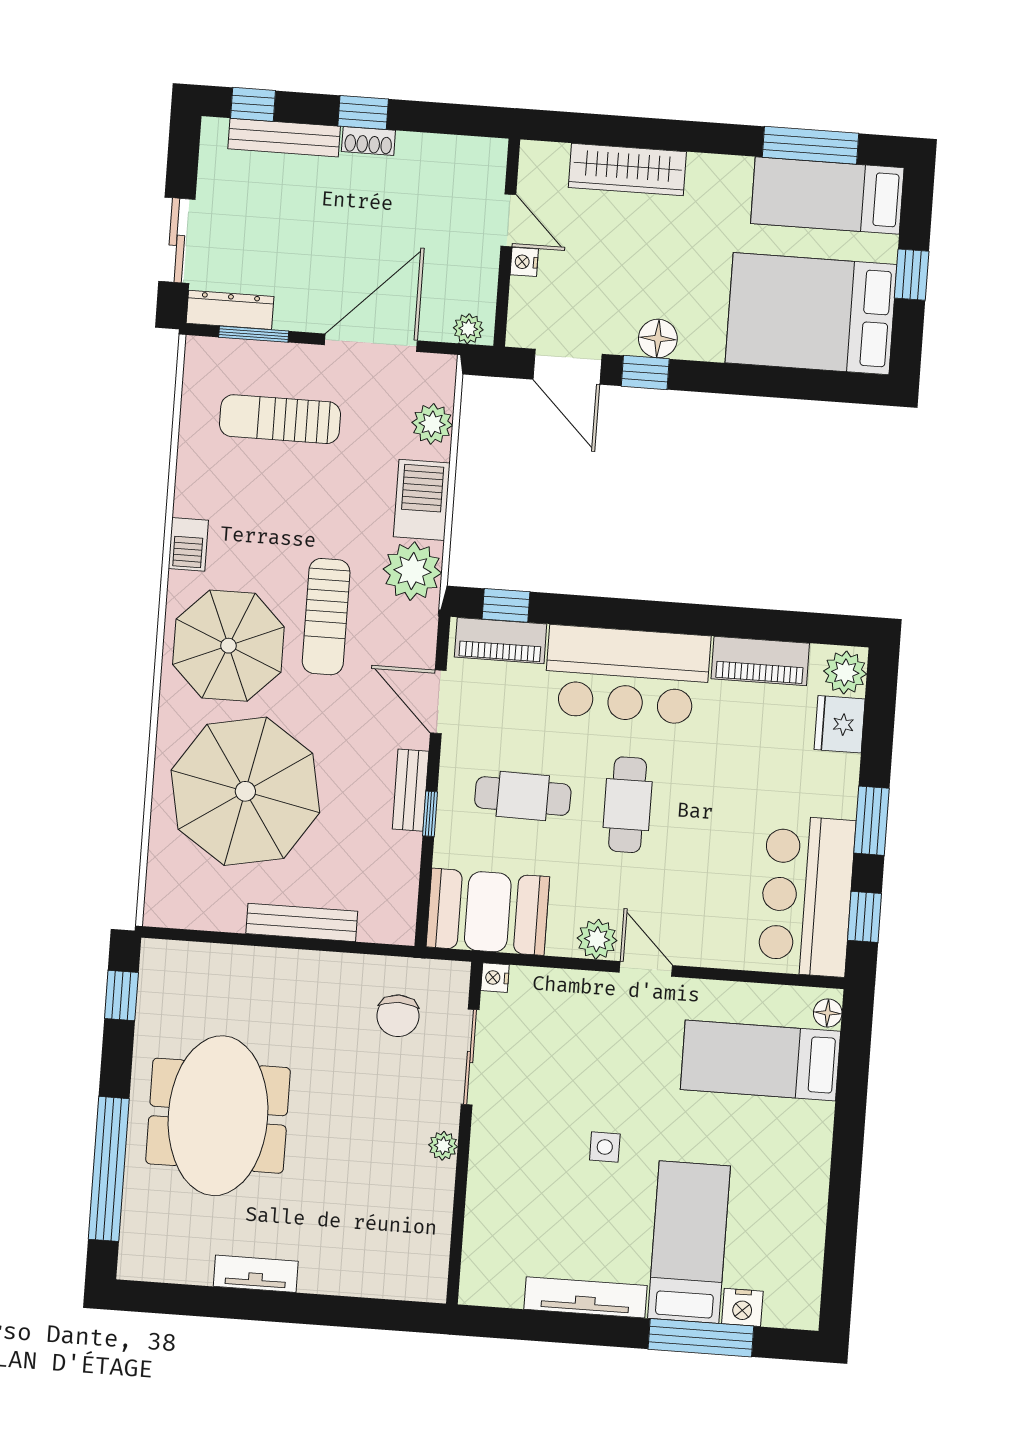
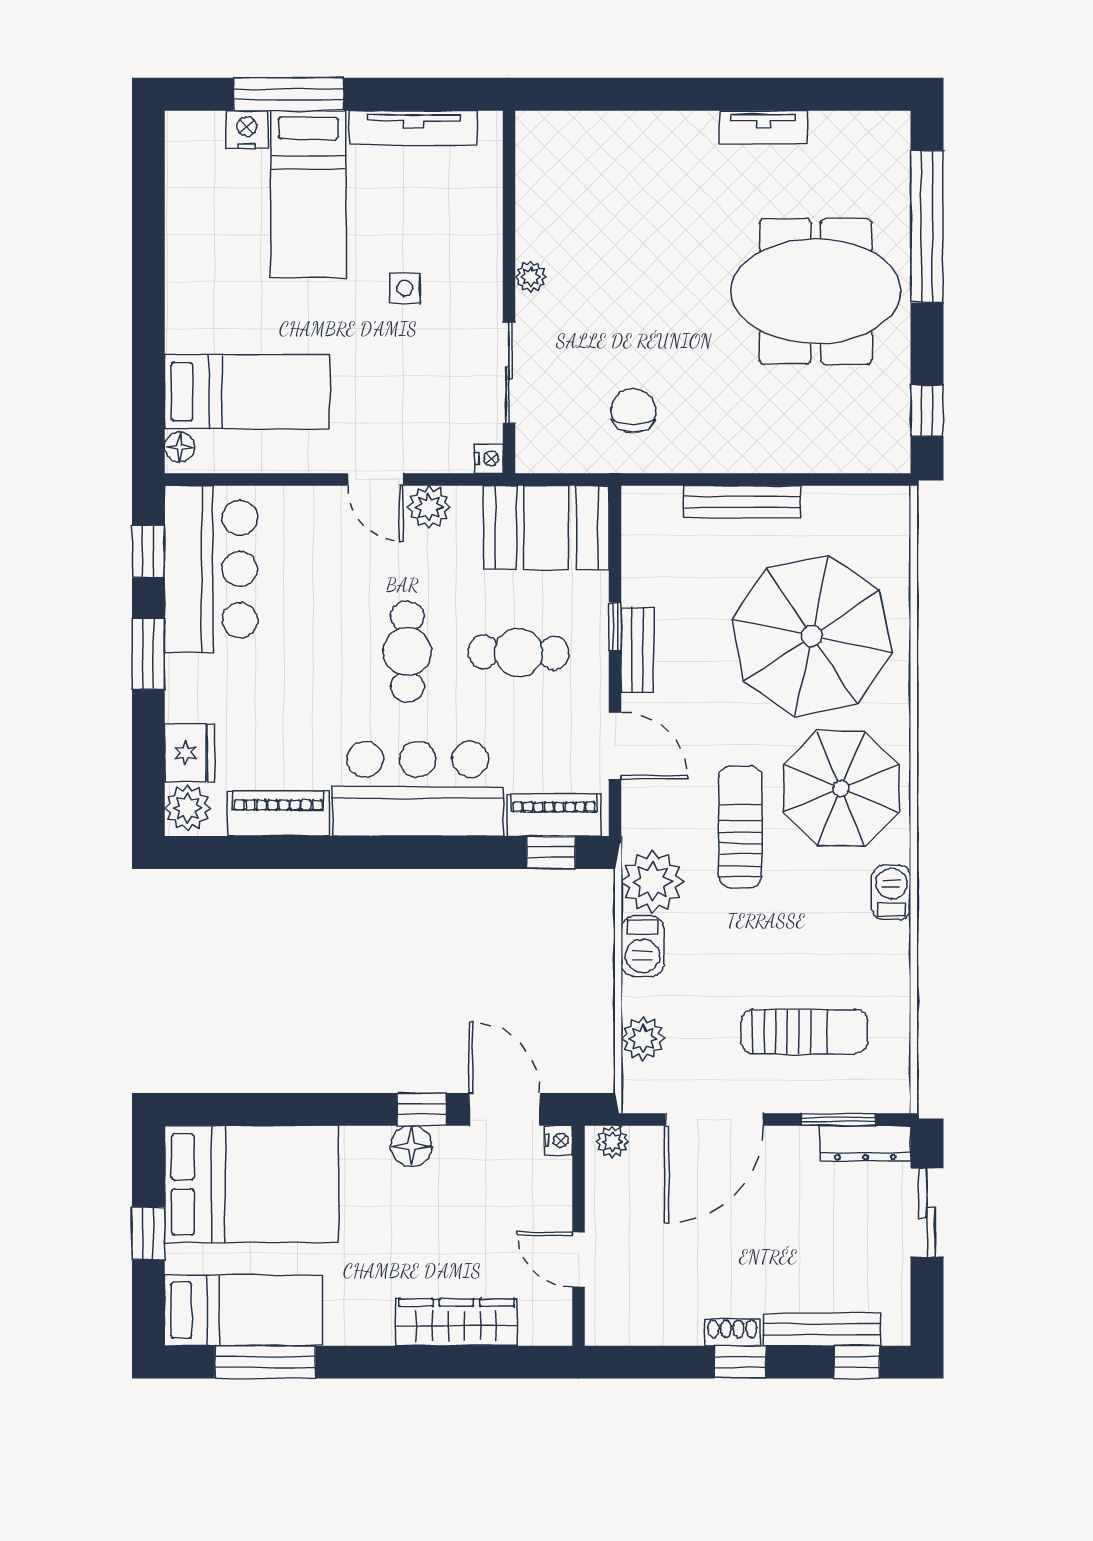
nightstand: (524, 262) -> (558, 1140), moved
barbecue: (422, 500) -> (643, 946), width x0.73, depth x0.79
nightstand: (495, 978) -> (489, 459), moved
sliding door: (470, 1057) -> (509, 373), moved
meeting table: (218, 1116) -> (816, 291), turned 90
wall: (464, 1133) -> (509, 292), moved
plant: (443, 1146) -> (531, 277), moved

